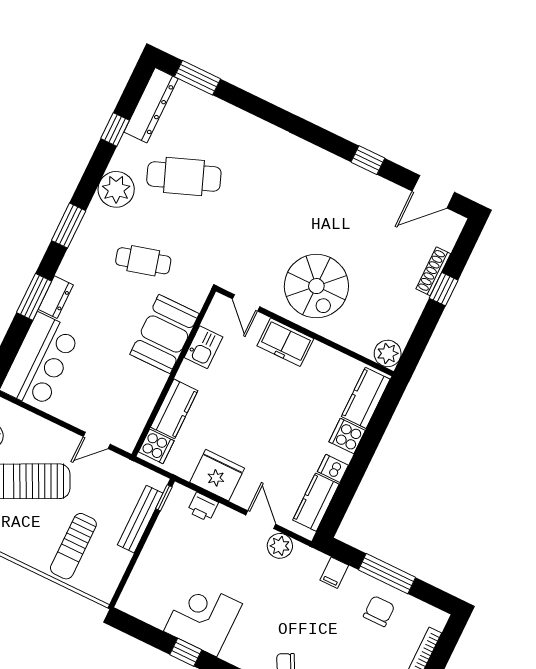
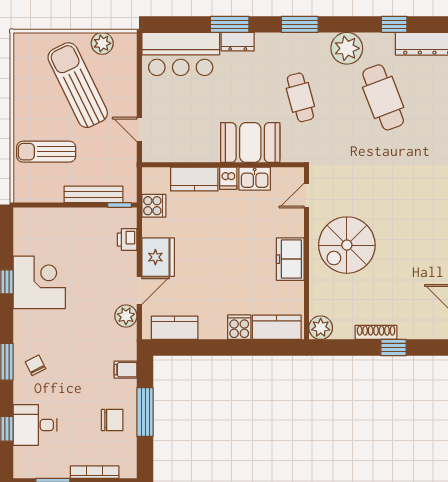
shoe rack: (433, 271) -> (376, 332), moved
freezer: (285, 342) -> (290, 259), moved
cooker: (156, 446) -> (154, 206), moved, turned -90
dishwasher: (333, 468) -> (228, 178), moved, turned 180
fridge: (217, 475) -> (158, 257), moved

